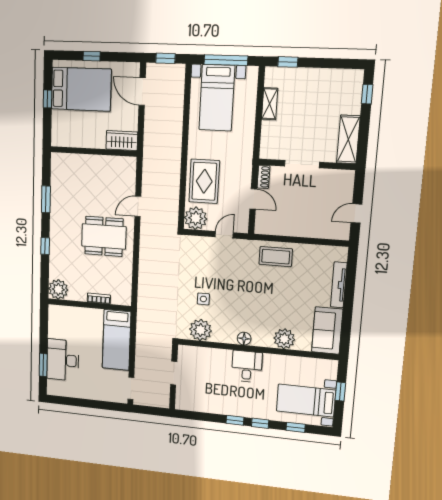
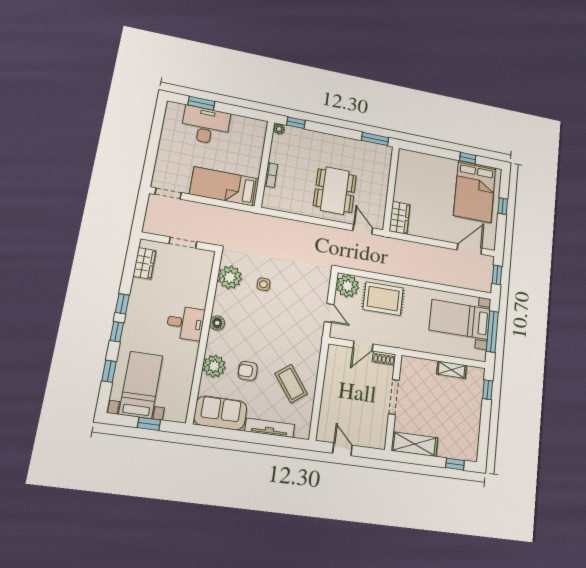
wardrobe: (122, 141) -> (399, 218), moved
wall: (93, 151) -> (391, 189), moved
window: (45, 246) -> (296, 123), moved
coffee table: (276, 257) -> (291, 384), moved, turned -37
plant: (58, 289) -> (279, 129), width x0.53, depth x0.53
armchair: (286, 308) -> (248, 371), added
wardrobe: (197, 404) -> (144, 263), added

